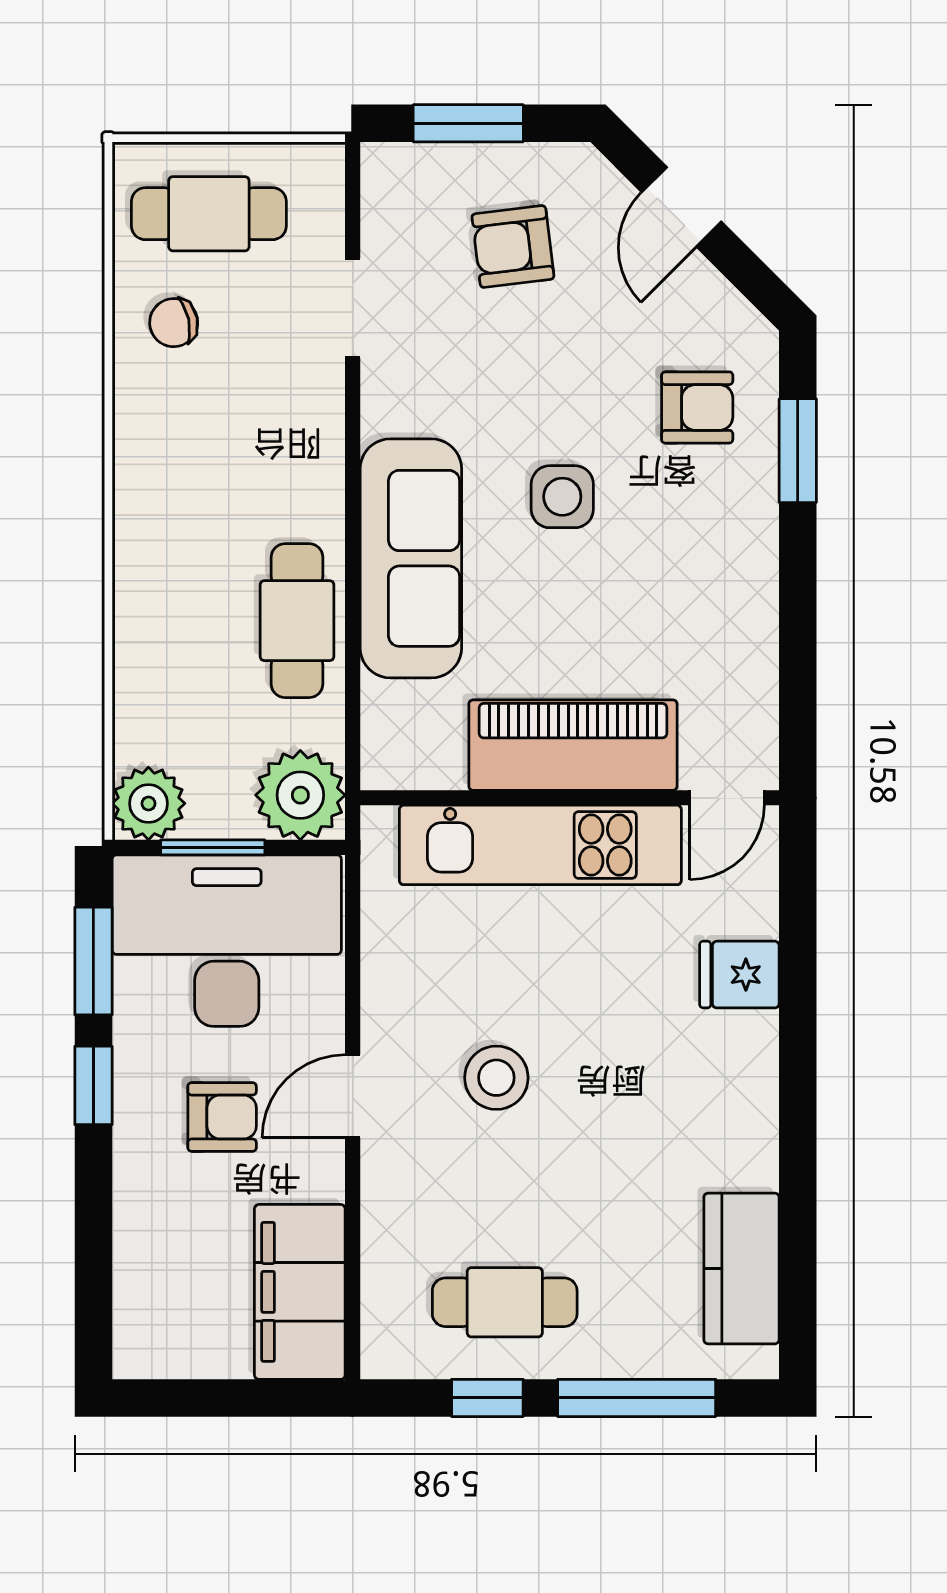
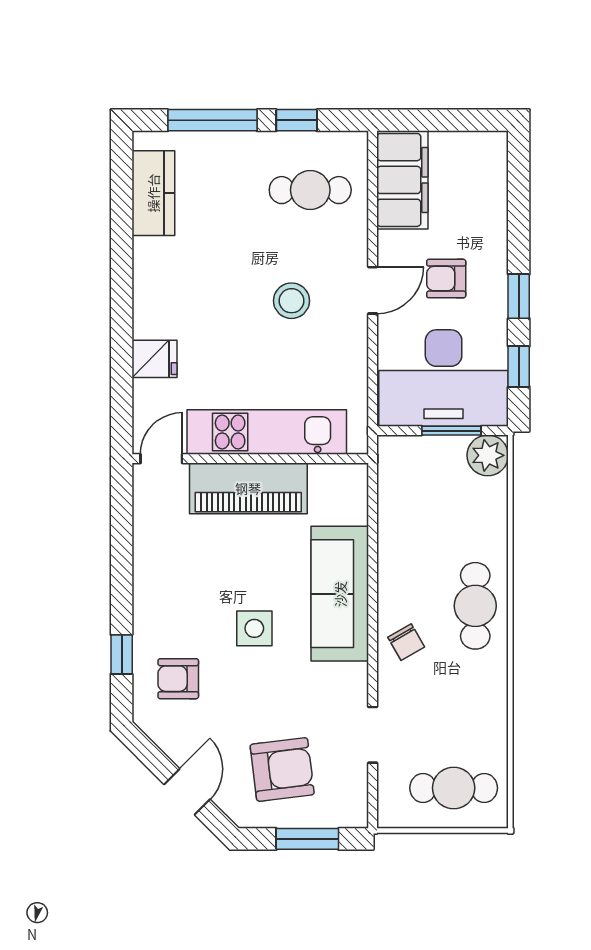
armchair: (513, 247) -> (282, 769), width x1.38, depth x1.38
chair: (174, 323) -> (406, 642), moved, turned 72
window: (798, 451) -> (122, 654), width x0.67
cafe table: (297, 621) -> (475, 606), moved
plant: (300, 795) -> (402, 460), removed
window: (93, 961) -> (519, 367), width x0.67
cafe table: (505, 1302) -> (310, 190), moved

